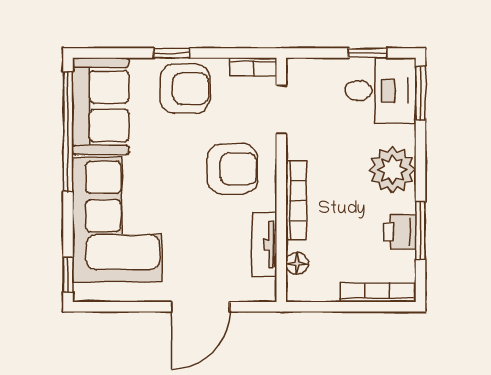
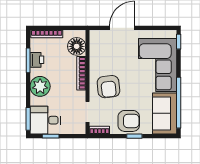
armchair: (185, 89) -> (129, 121), turned 180
armchair: (232, 169) -> (108, 87), turned -96
tv unit: (264, 244) -> (95, 54), removed
floor lamp: (297, 263) -> (77, 46), width x1.89, depth x1.89

